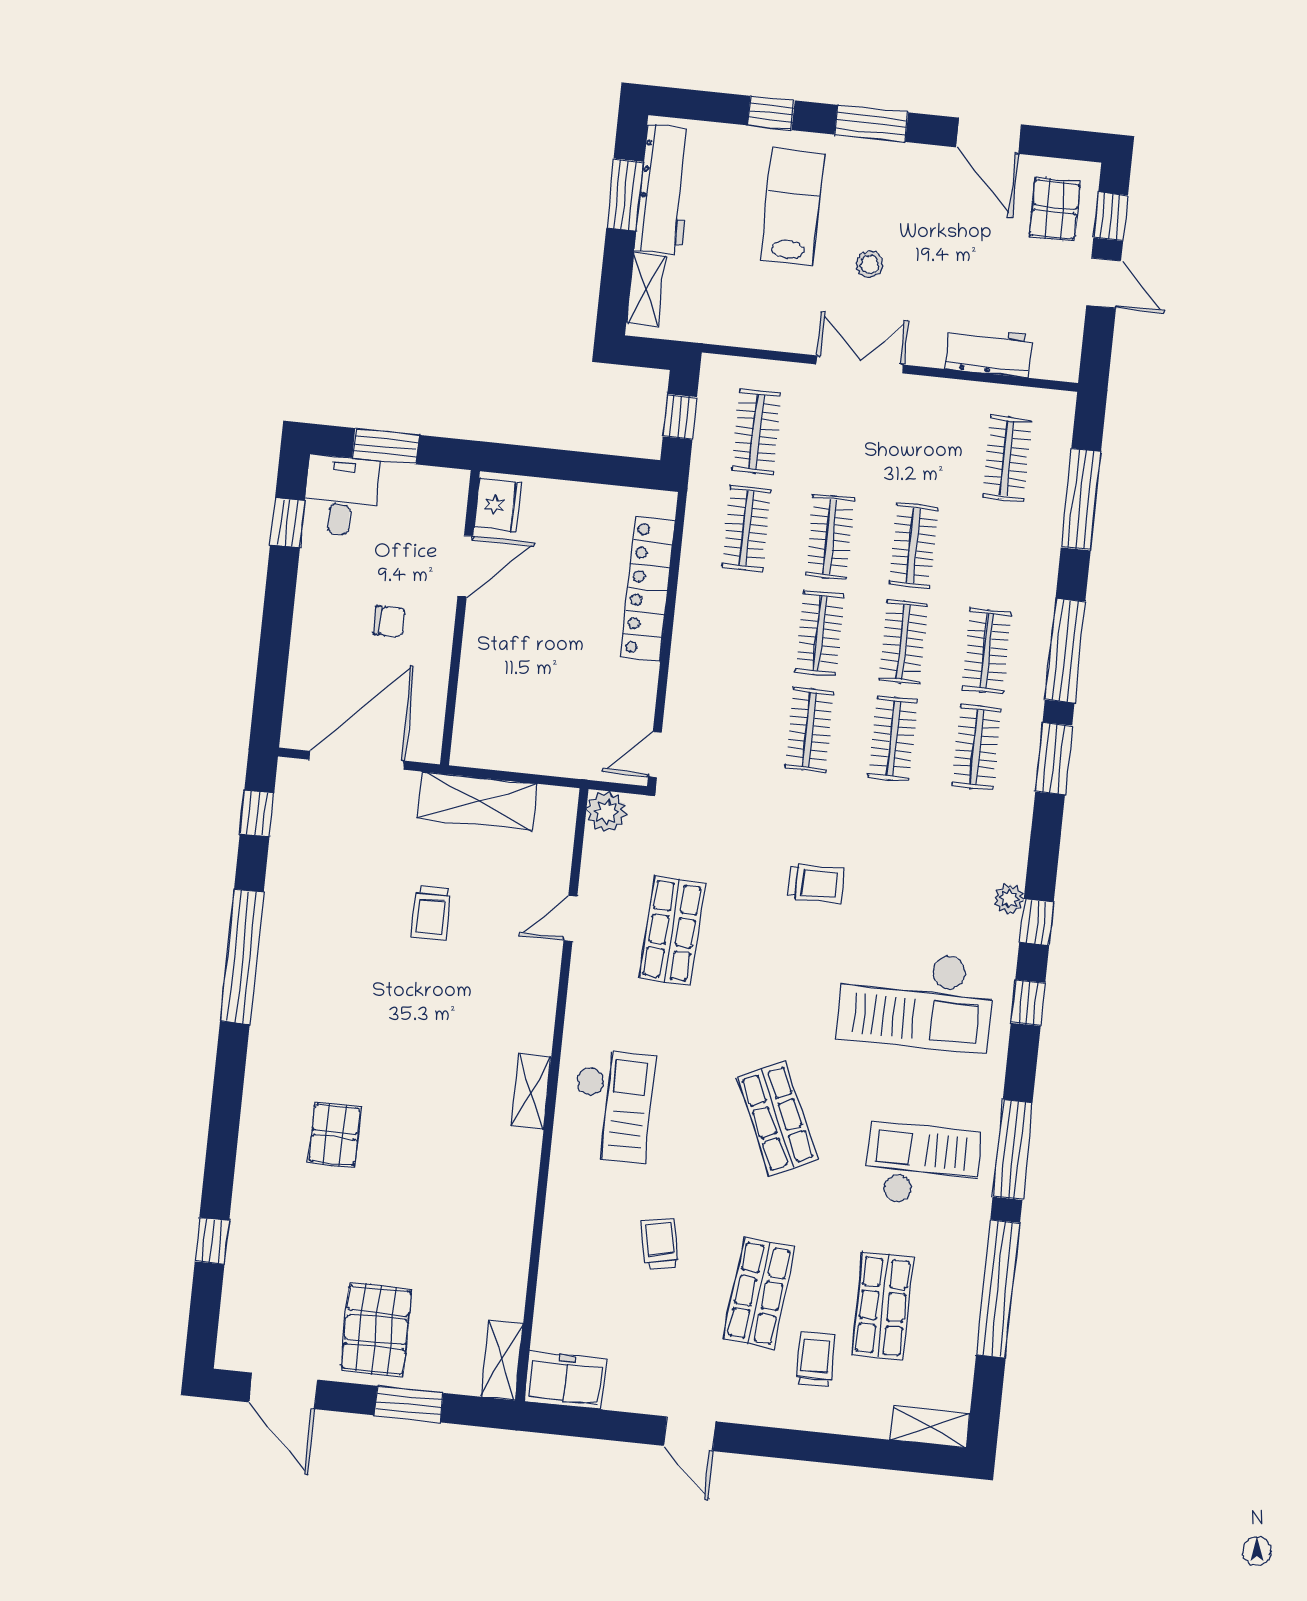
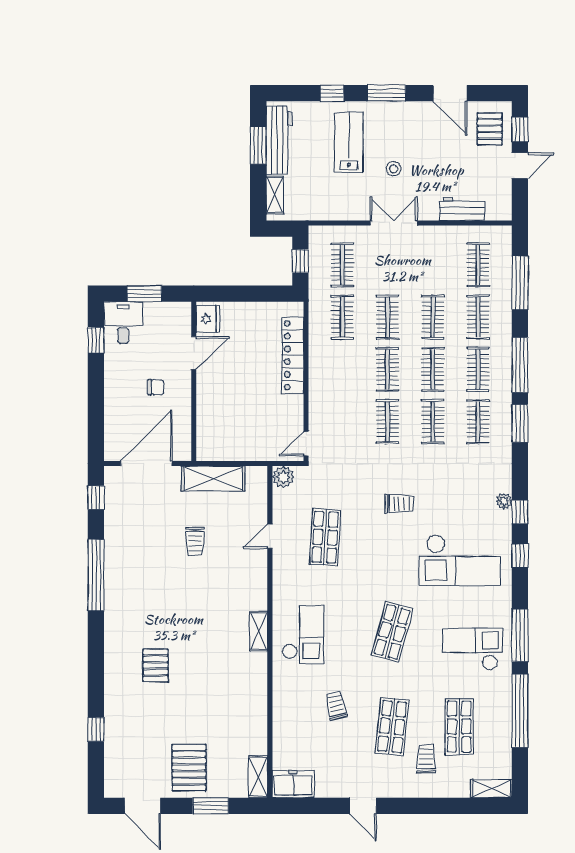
door: (1104, 283) -> (520, 166), hinge flipped
clothes rail: (997, 554) -> (478, 317), added
shop shelf: (777, 1118) -> (392, 632), turned 39

